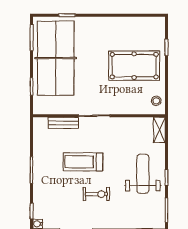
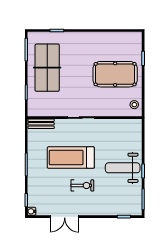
table tennis table: (56, 58) -> (47, 68), width x0.73, depth x0.76
bench: (63, 123) -> (41, 124), moved
shelving: (159, 130) -> (137, 130), removed
treadmill: (83, 162) -> (71, 158), width x1.37, depth x1.38
weight bench: (143, 174) -> (123, 168), turned -90

